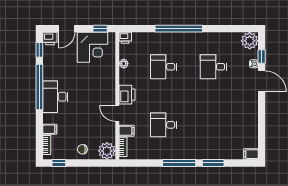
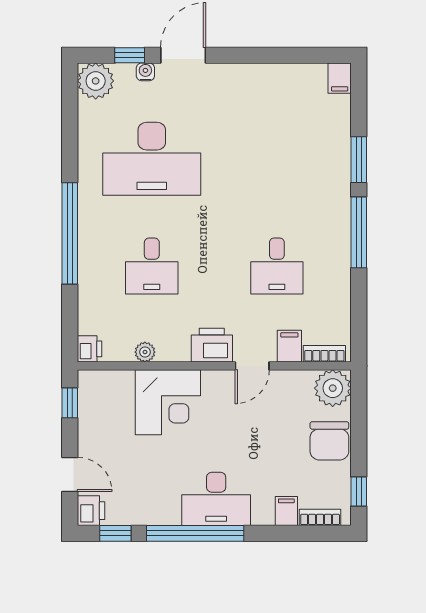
corner desk: (92, 47) -> (168, 402), moved, turned 90
desk: (213, 67) -> (152, 159), width x1.87, depth x1.30
chair: (82, 149) -> (329, 441), width x1.87, depth x1.87

